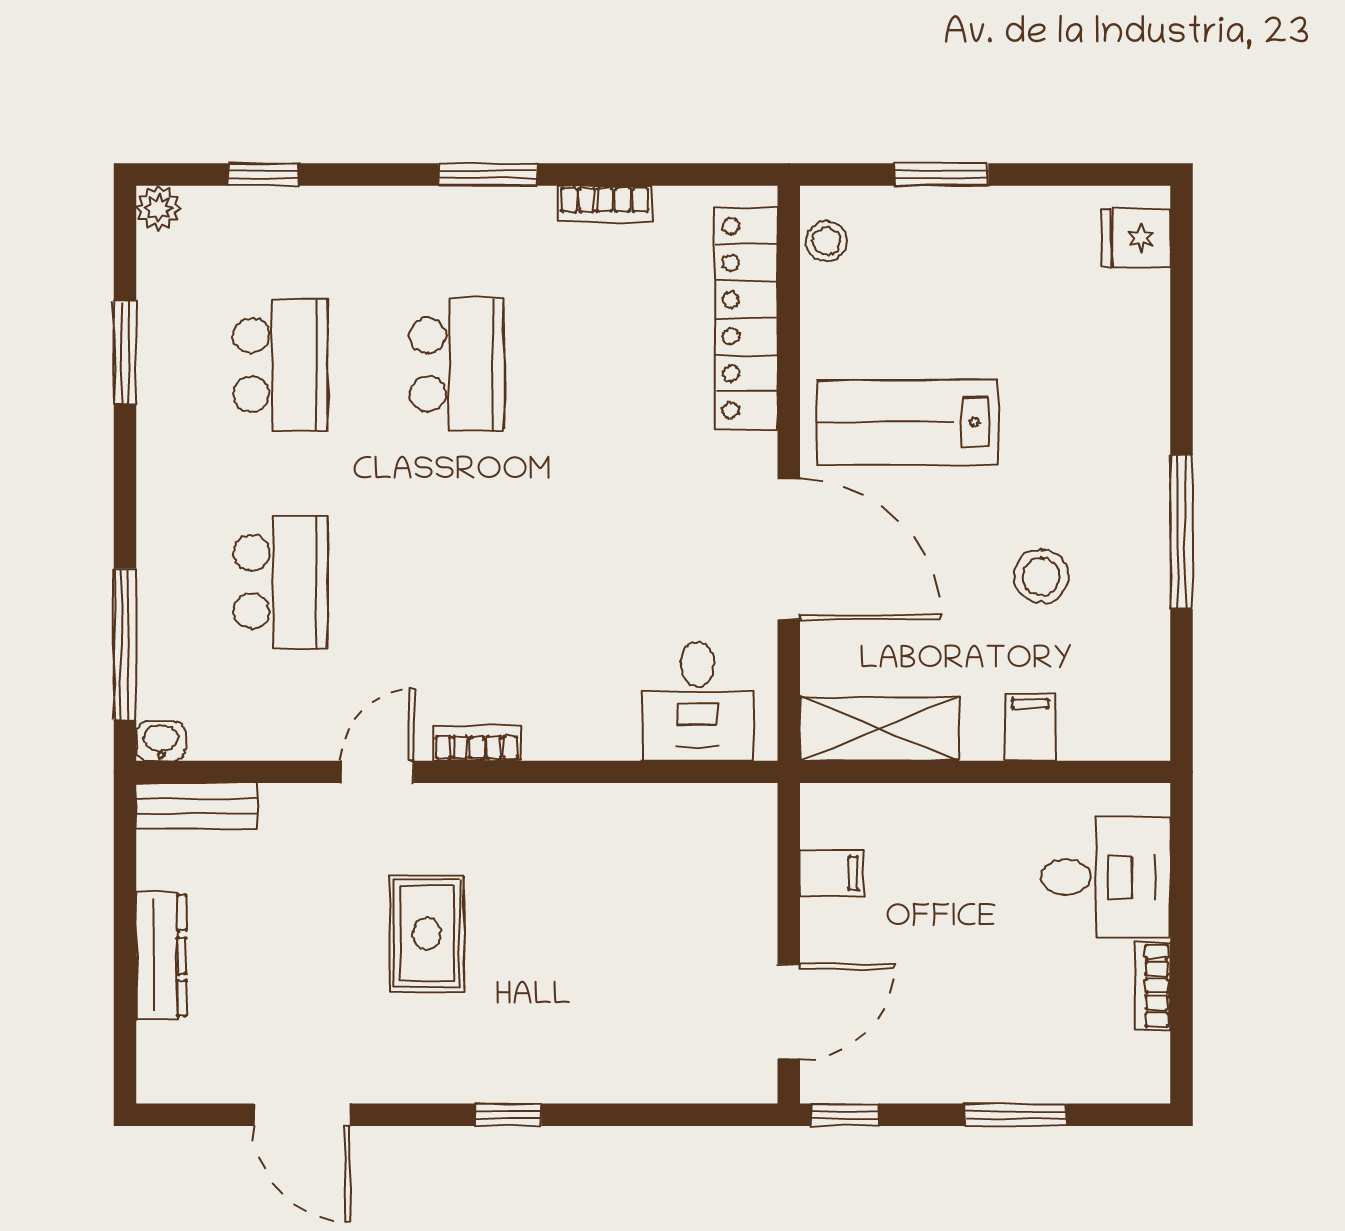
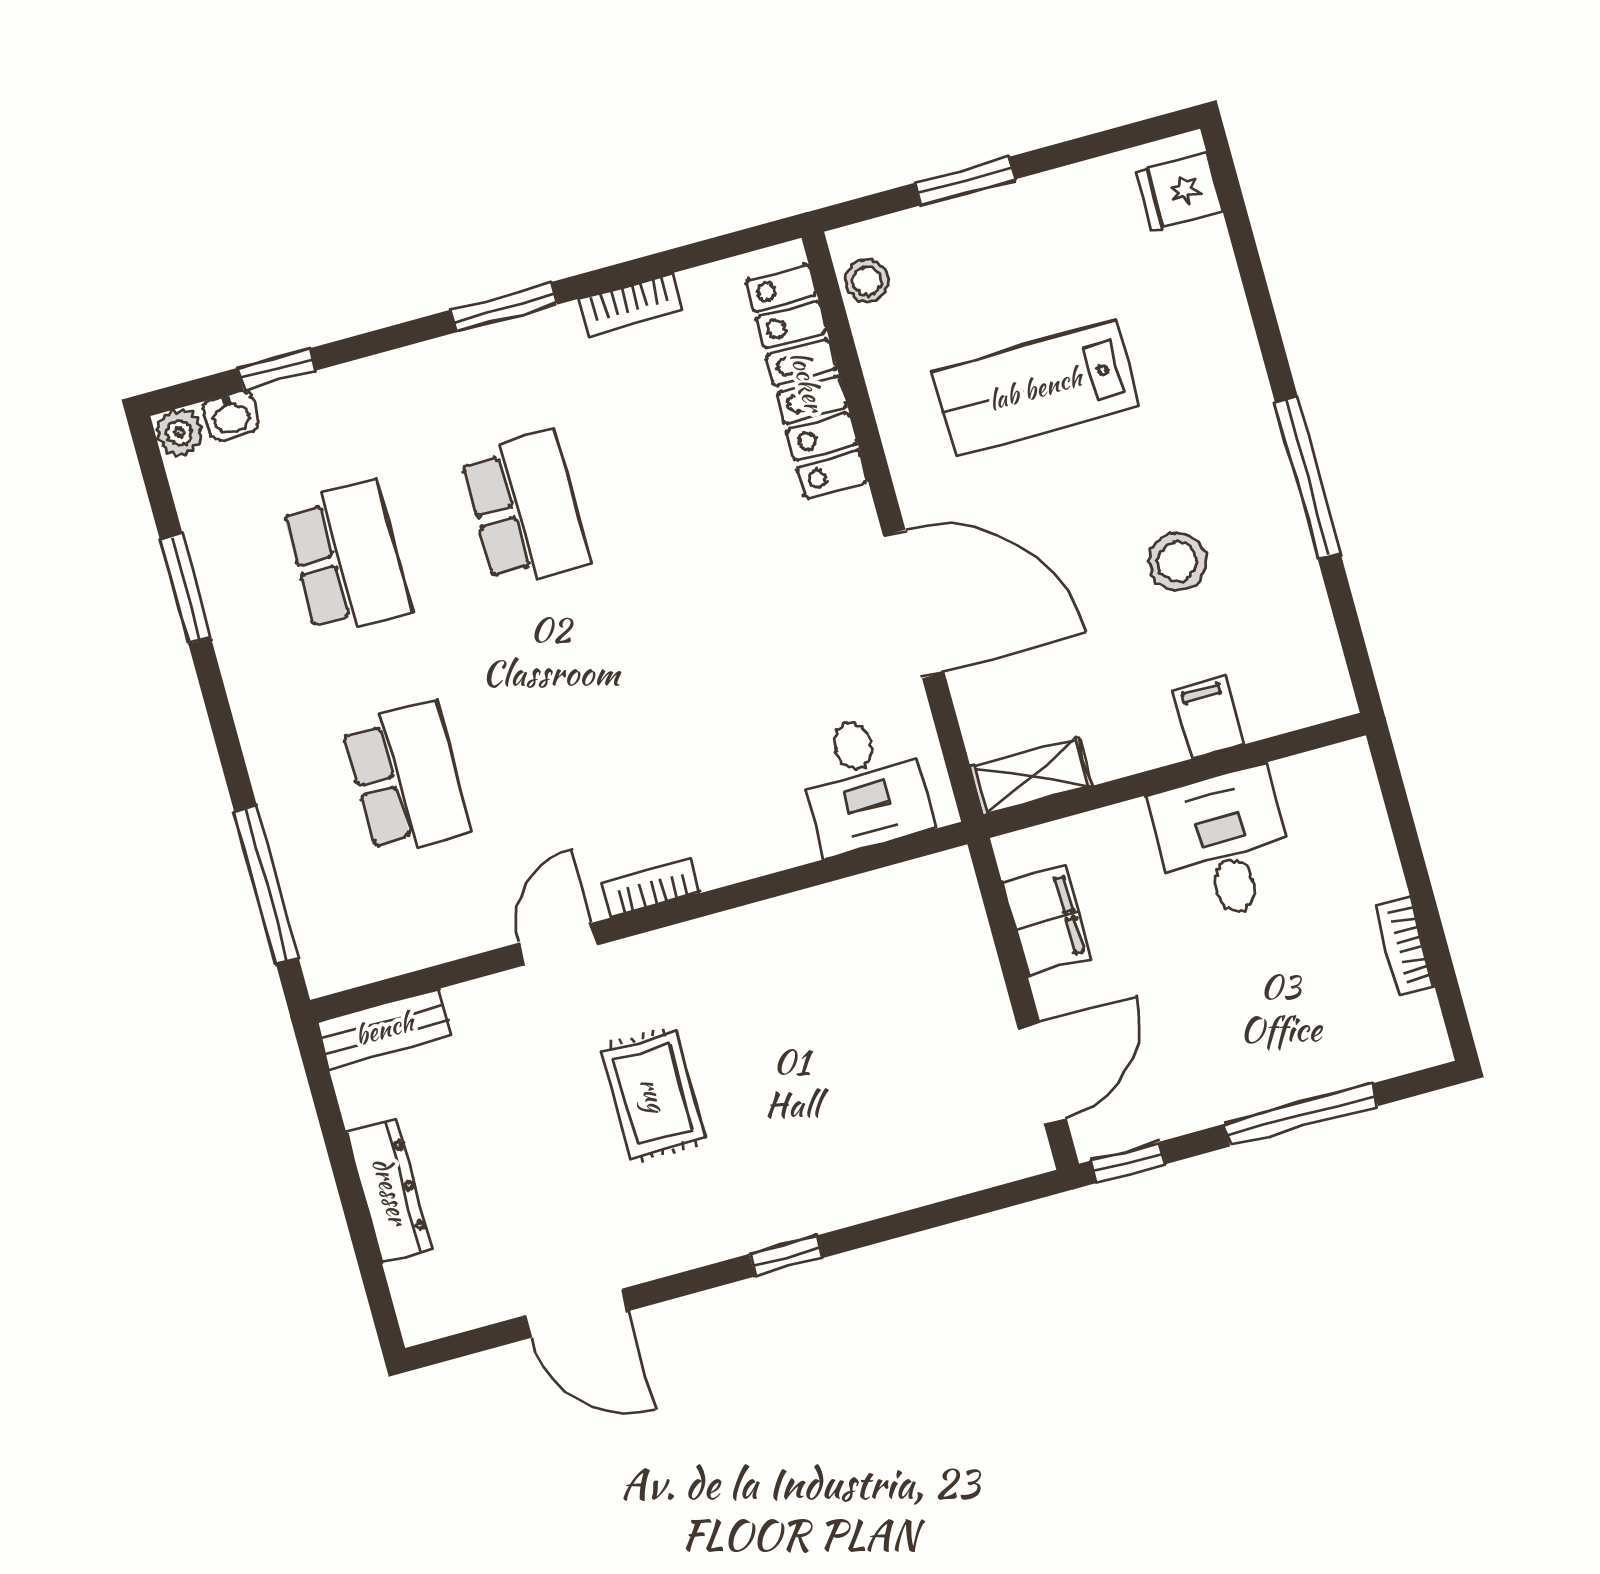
lab bench: (907, 422) -> (1035, 389), moved
shelving: (880, 729) -> (1031, 777), width x0.67, depth x0.75
washbasin: (161, 741) -> (231, 416), moved, turned 180
filing cabinet: (831, 873) -> (1047, 921), width x2.00
desk: (1106, 877) -> (1224, 845), moved, turned -90
window: (1016, 1115) -> (1301, 1115), width x1.44

